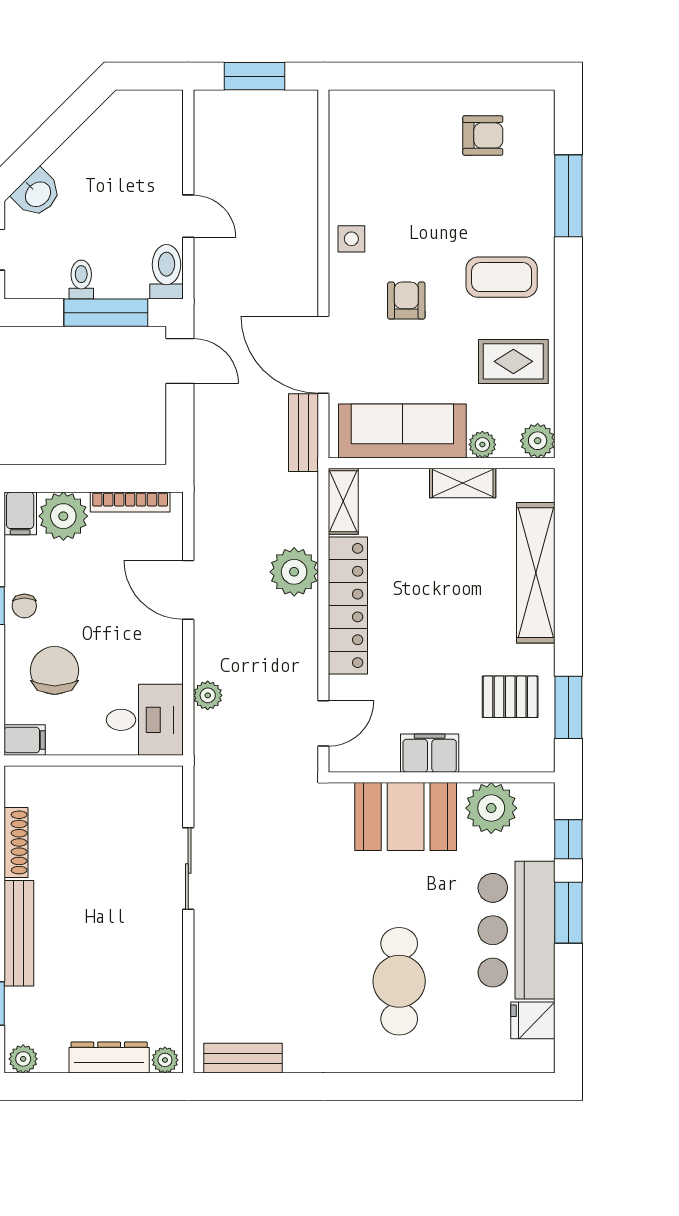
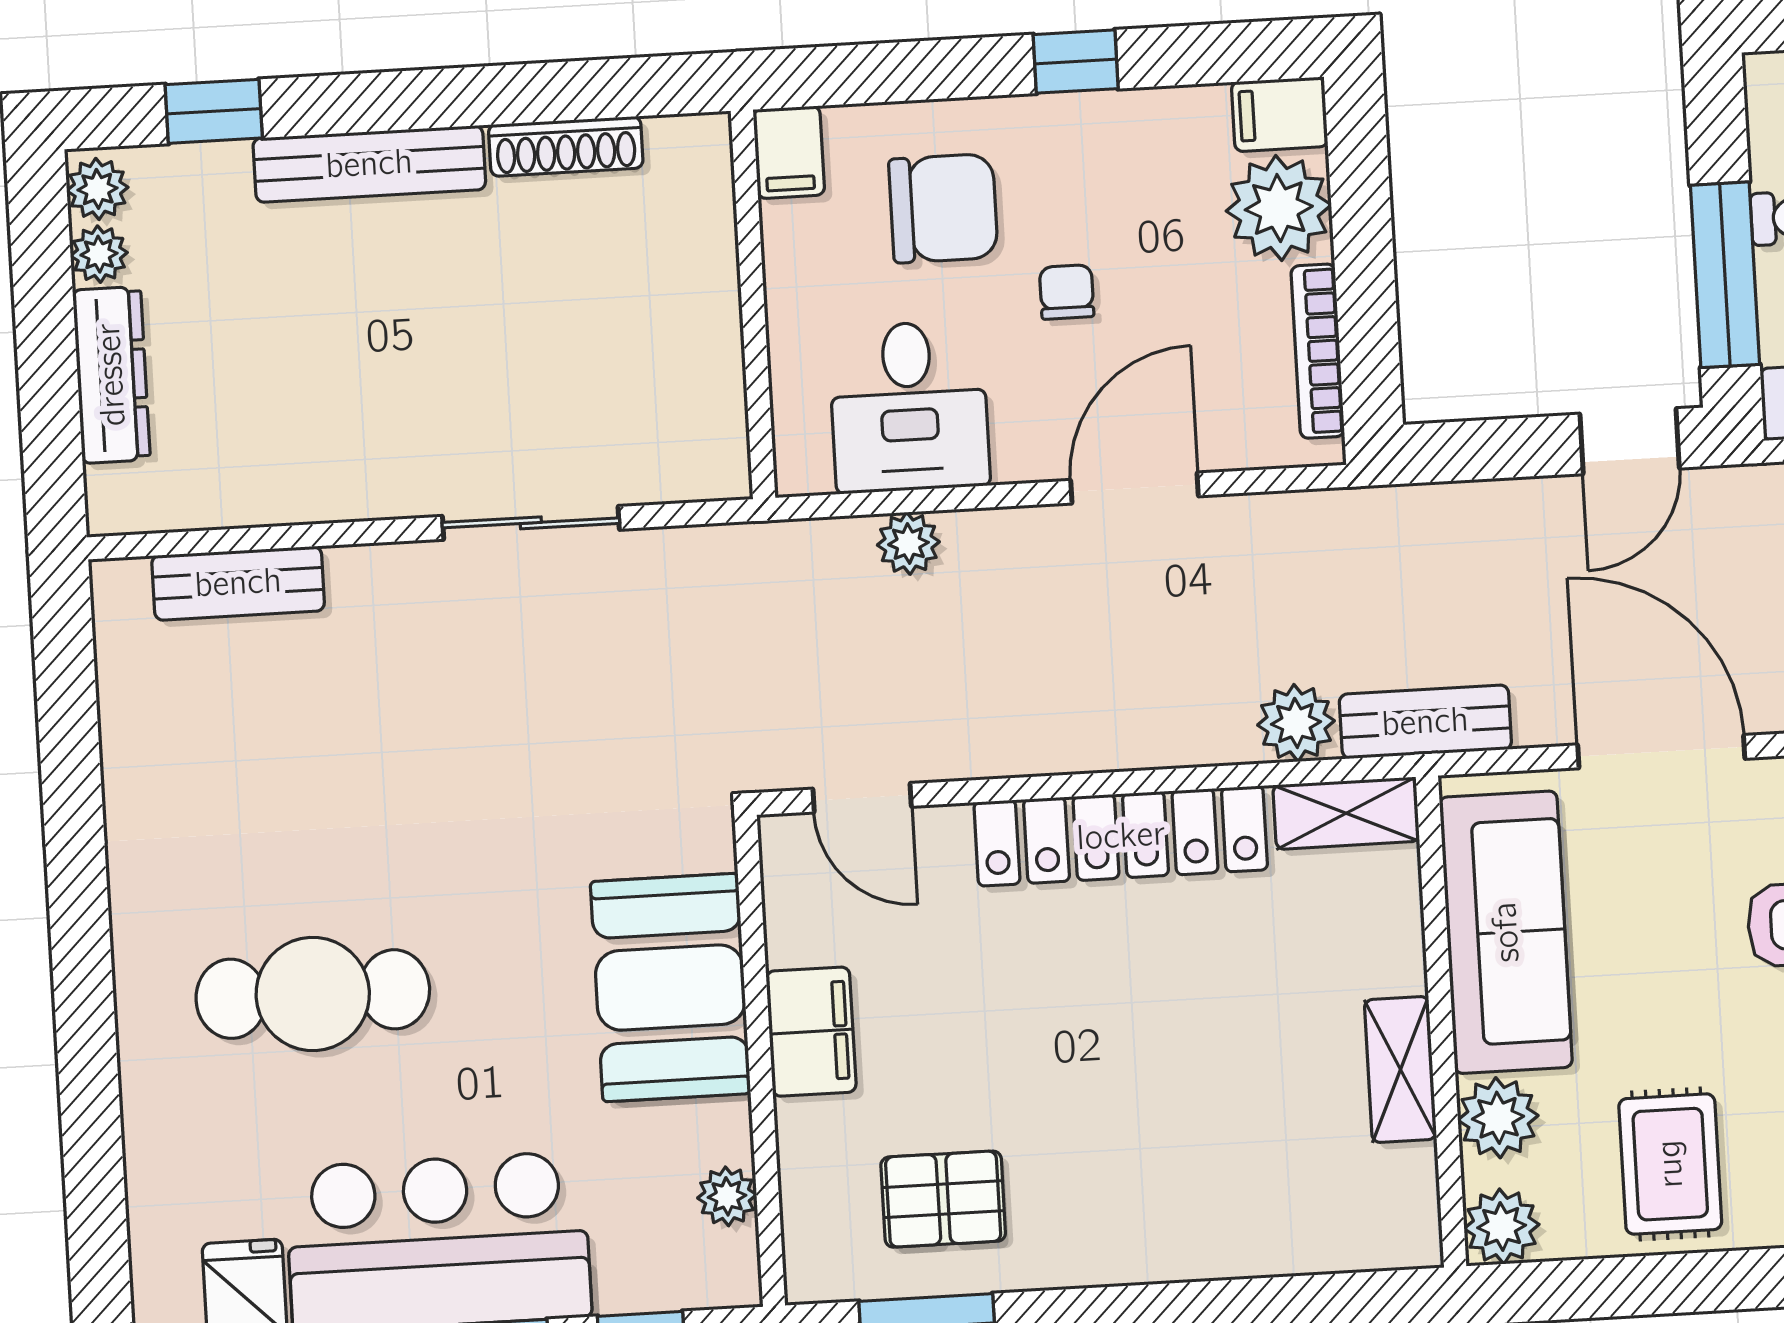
door: (323, 355) -> (1661, 752), hinge flipped
bench: (303, 433) -> (1425, 722), moved
plant: (482, 445) -> (1498, 1118), width x1.38, depth x1.38
plant: (294, 572) -> (1296, 723), moved, width x0.73, depth x0.73
shelving: (536, 573) -> (1215, 1239), removed
chair: (24, 606) -> (1067, 292), moved, turned 90
pallet: (510, 697) -> (943, 1199), turned 90
desk: (145, 720) -> (909, 407), moved
plant: (491, 808) -> (727, 1196), width x0.53, depth x0.53
bench: (243, 1058) -> (238, 583), moved, turned 90
plant: (165, 1060) -> (99, 254), moved

